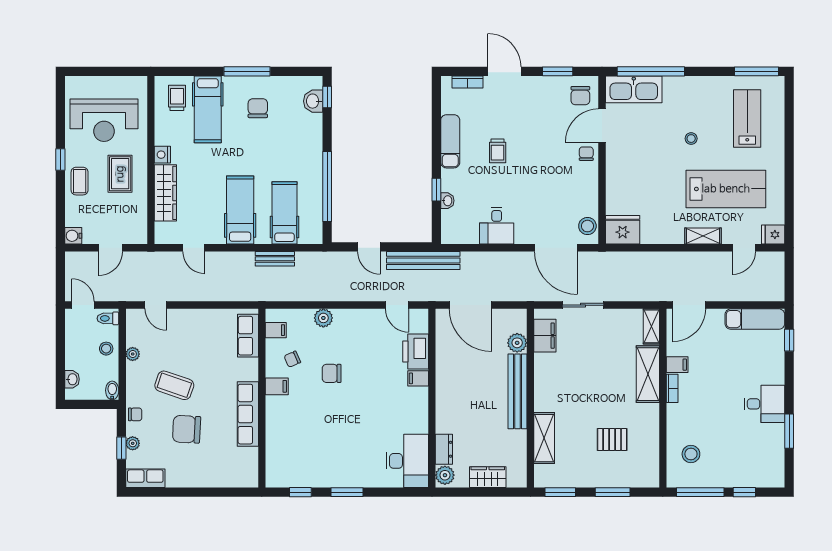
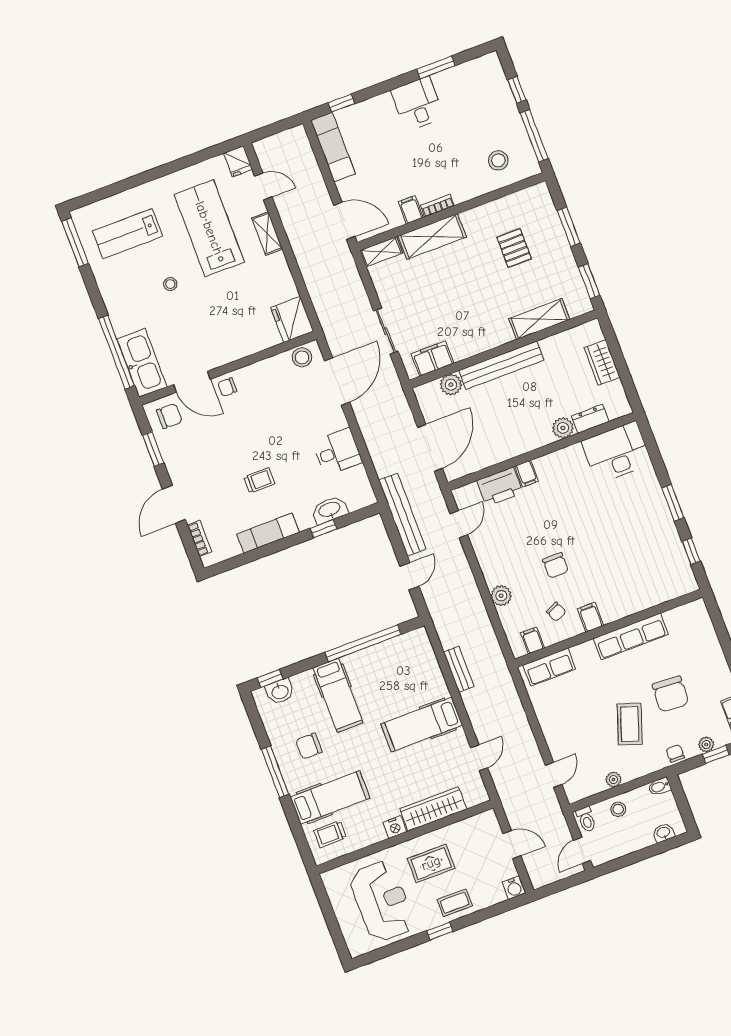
washbasin: (447, 201) -> (330, 510), width x1.91, depth x1.45
hospital bed: (285, 213) -> (338, 695), moved, turned -90
plant: (445, 475) -> (563, 428), moved

